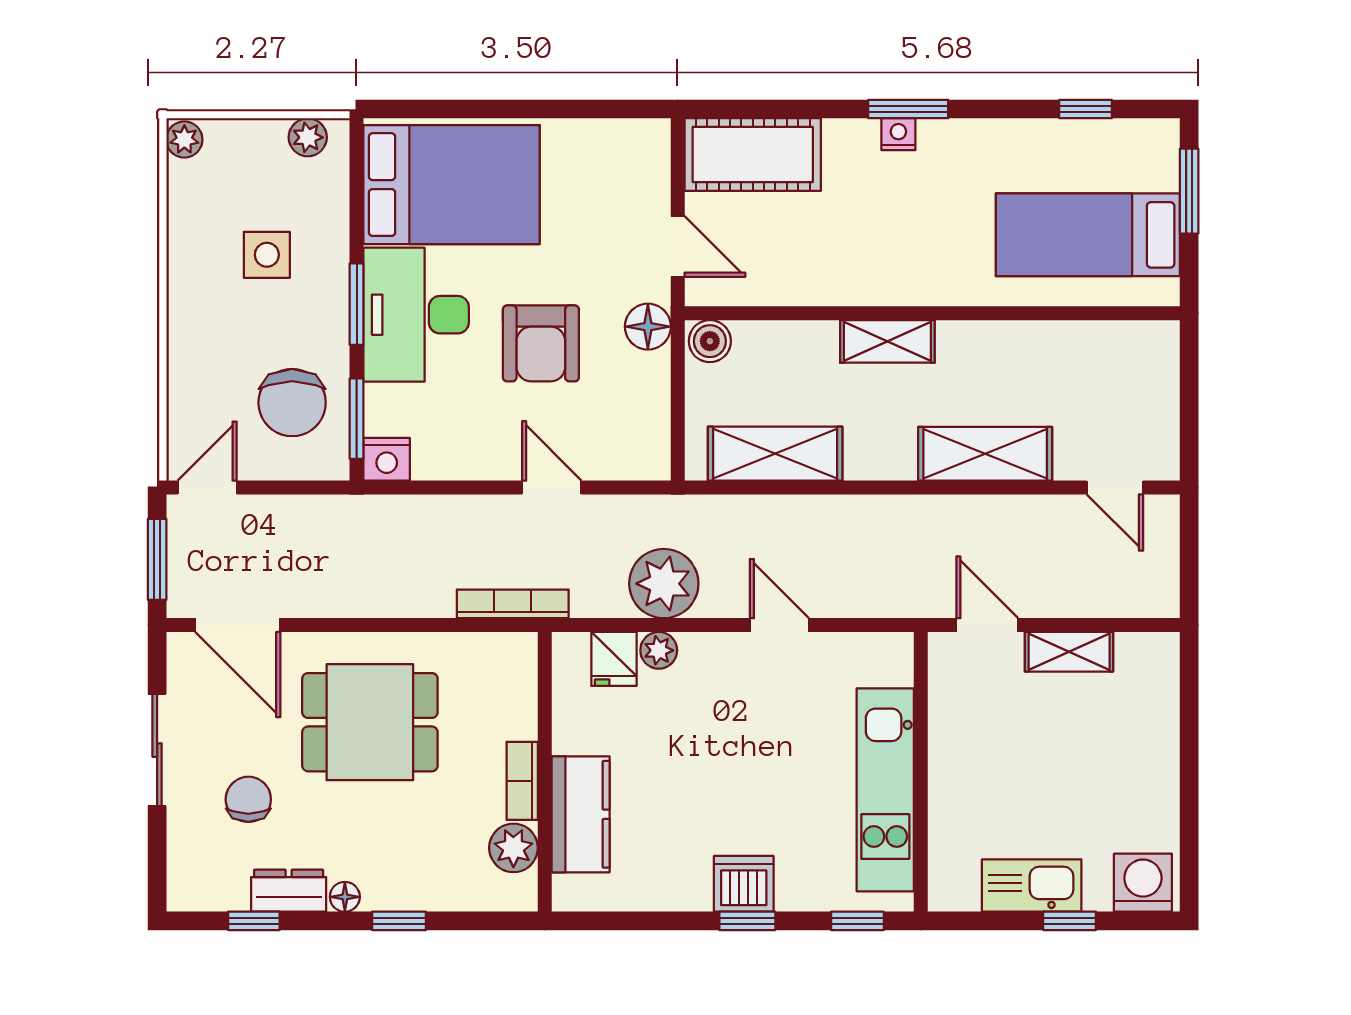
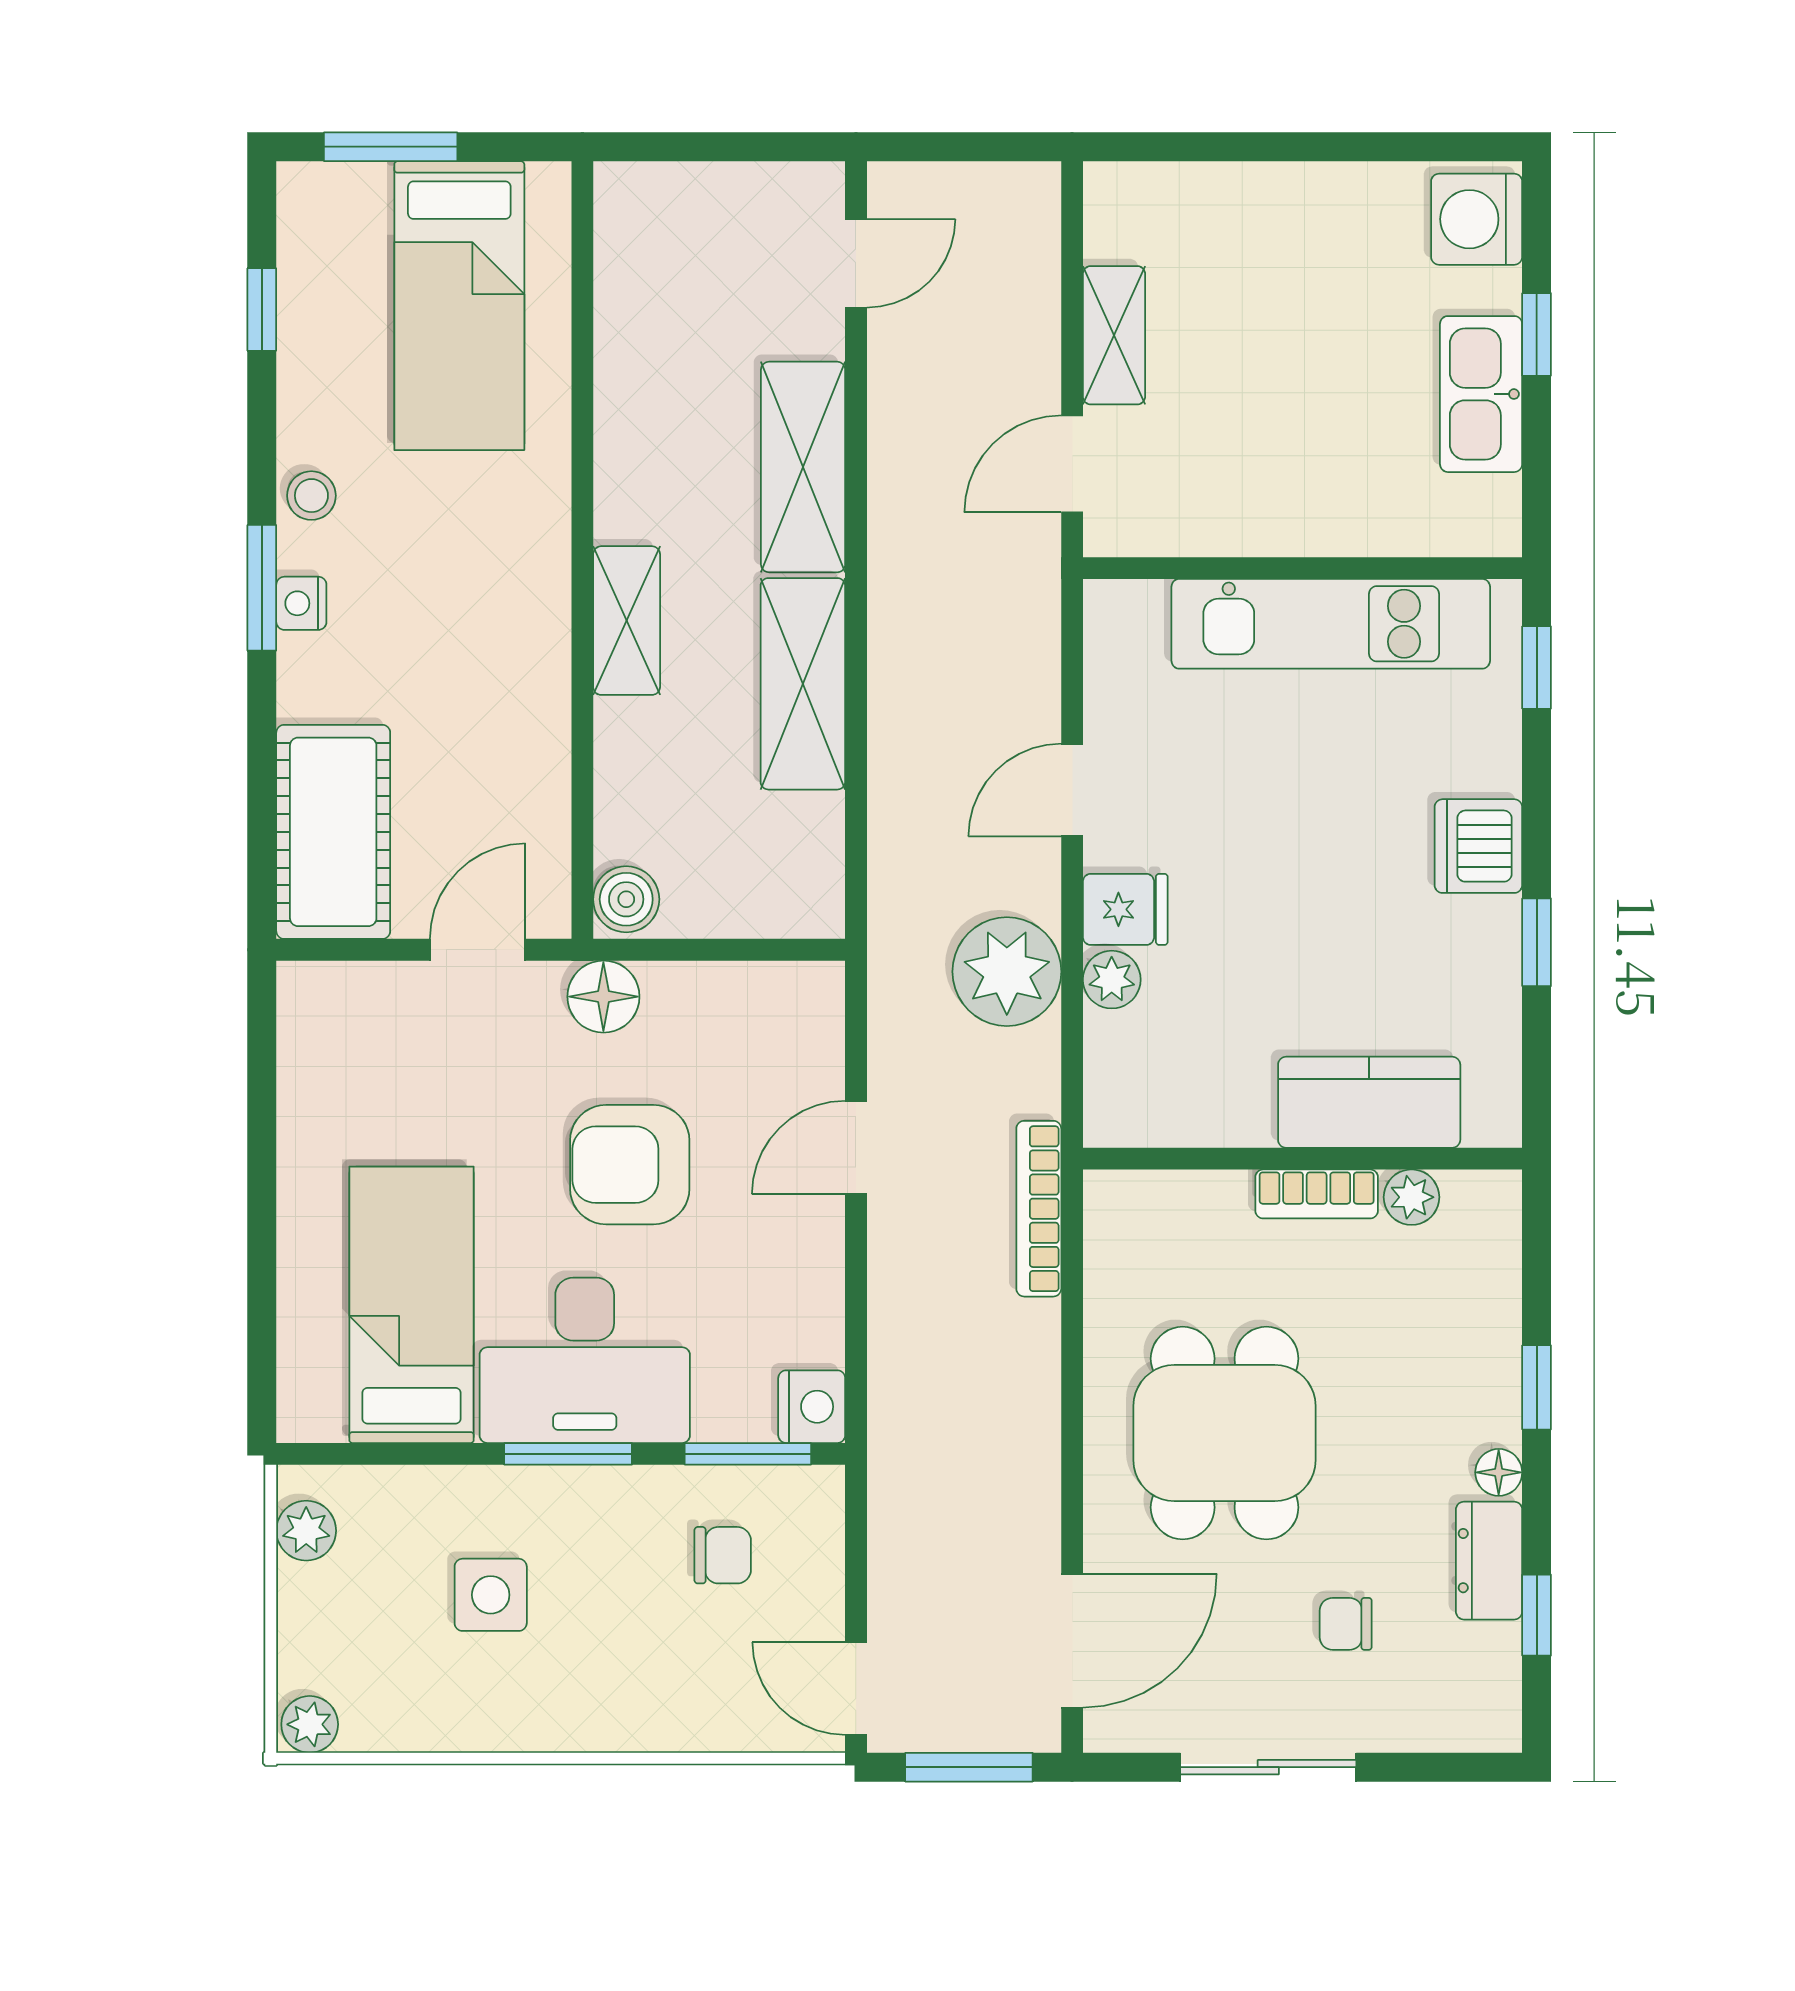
stool: (967, 141) -> (311, 496), added
bed: (452, 185) -> (412, 1305), width x0.67
armchair: (541, 343) -> (630, 1165), turned 180
chair: (292, 403) -> (723, 1555), width x0.54, depth x0.54
shelving: (775, 454) -> (803, 684), moved
fridge: (614, 659) -> (1125, 909), moved
chair: (248, 799) -> (1346, 1624), width x0.73, depth x0.73
plant: (513, 848) -> (1412, 1197), width x0.73, depth x0.73
window: (747, 921) -> (1537, 942), moved

